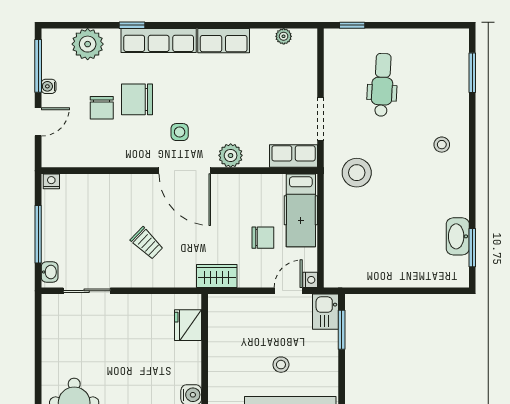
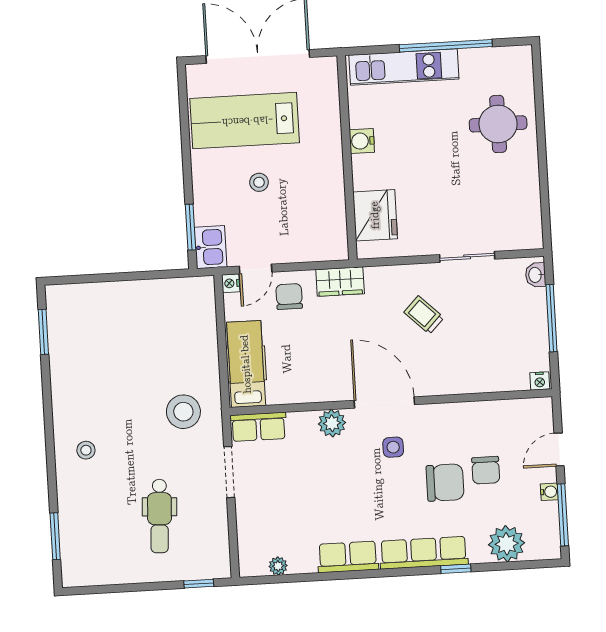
chair: (102, 108) -> (486, 470), turned 180
washbasin: (458, 236) -> (61, 344), removed
chair: (263, 238) -> (289, 296), moved, turned 90
sliding door: (87, 291) -> (467, 257), moved
fridge: (188, 325) -> (375, 215), width x1.36, depth x1.34

